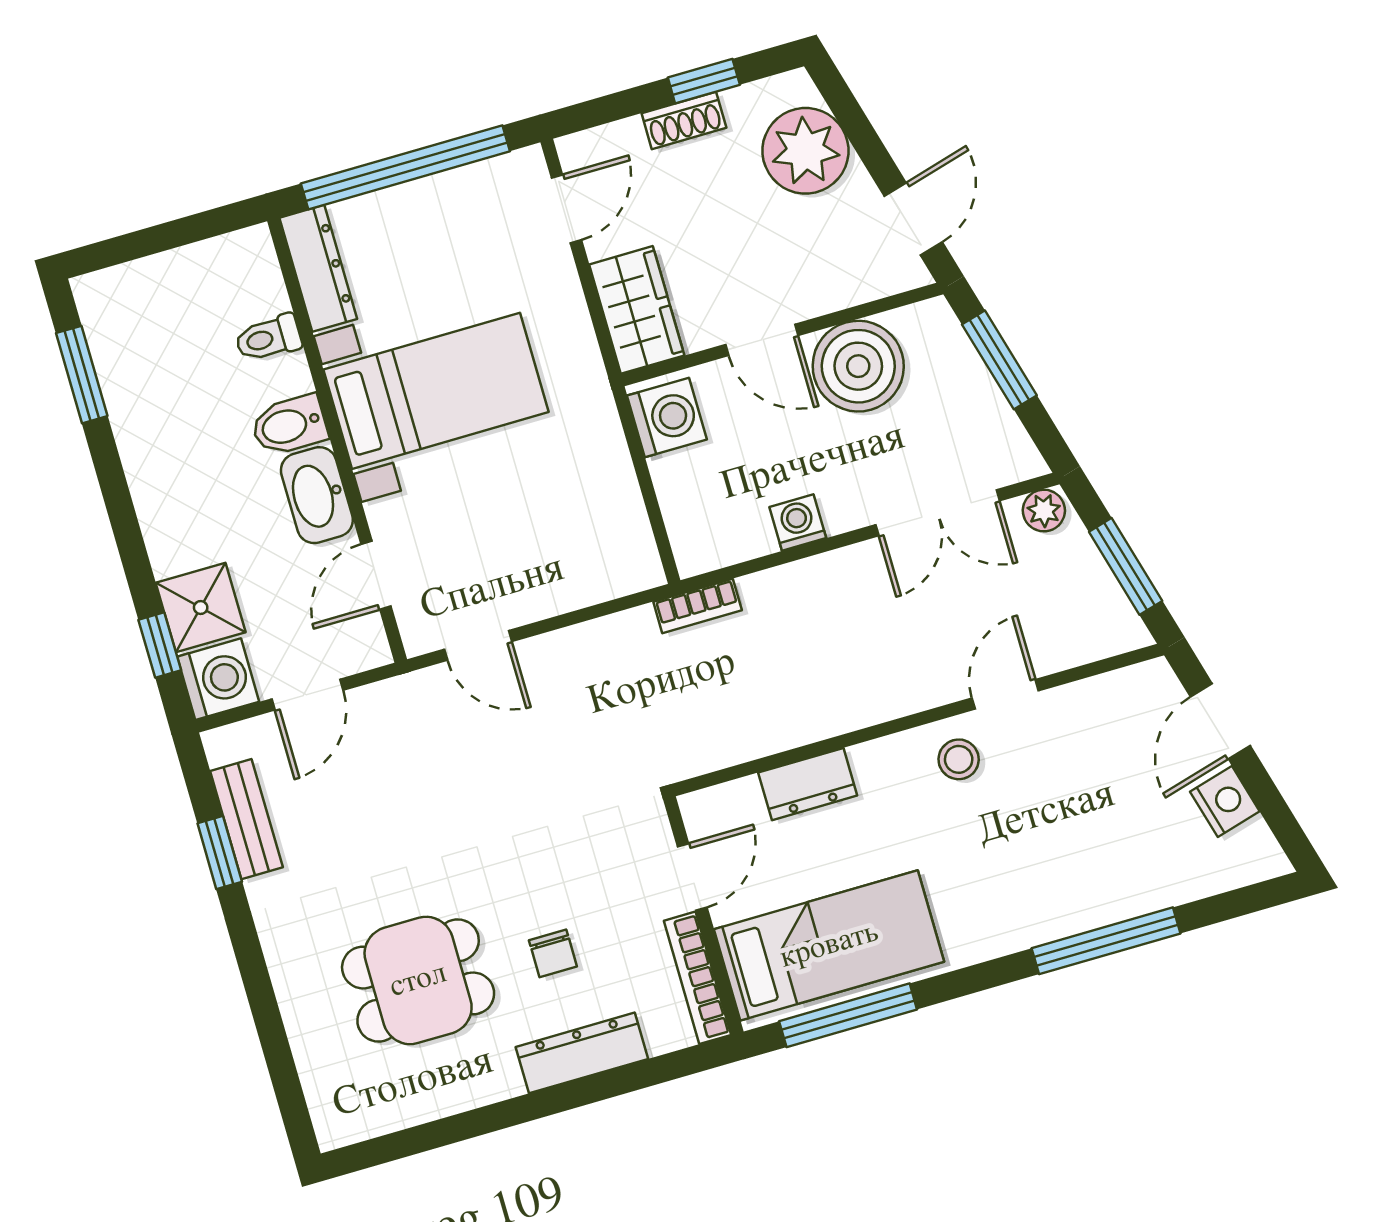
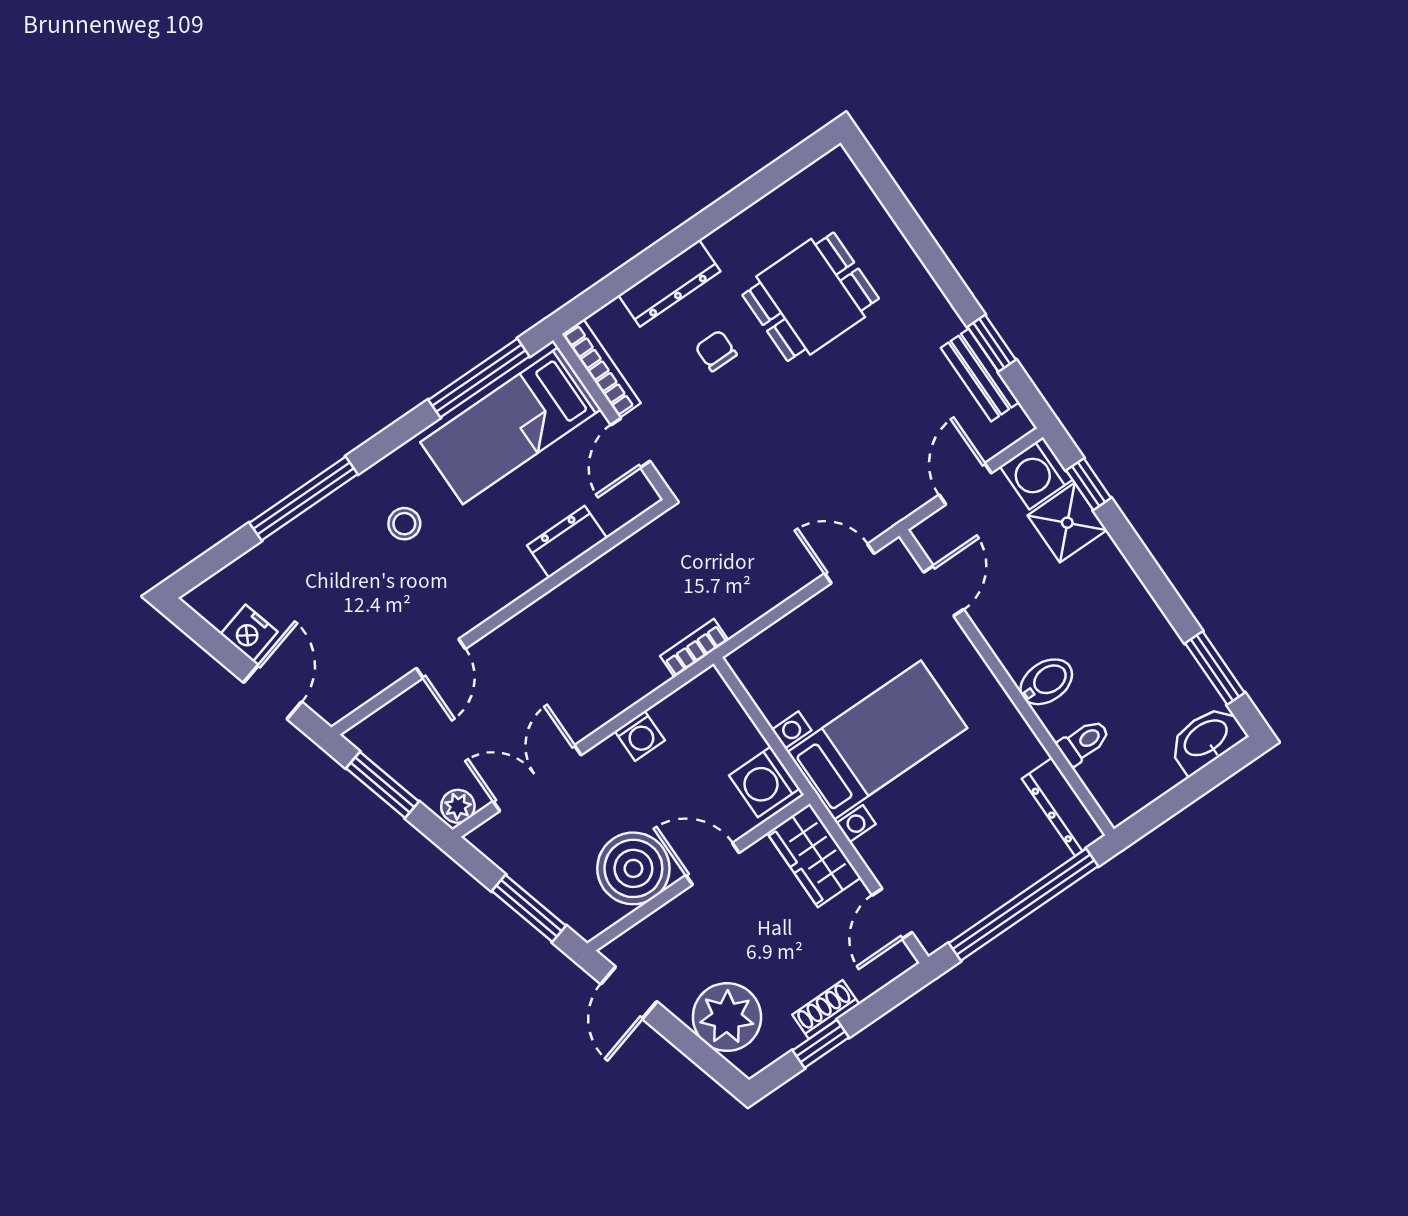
bed with nightstands: (436, 391) -> (877, 740), moved, turned 180
washbasin: (317, 495) -> (1206, 739), moved, turned -90
stool: (959, 759) -> (404, 524), moved

